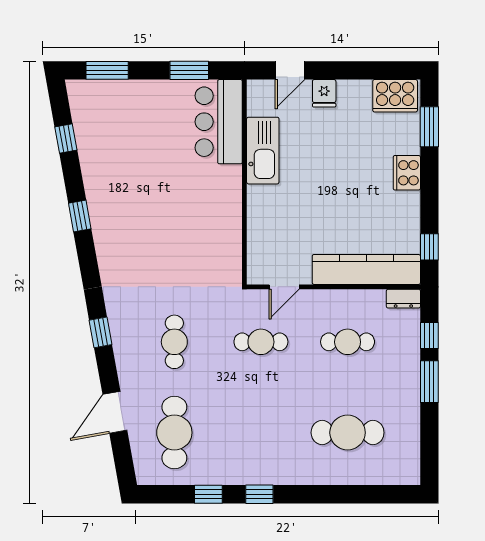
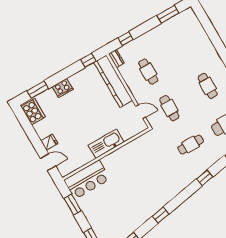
kitchen sink: (263, 151) -> (106, 144), moved
window: (429, 382) -> (168, 14), moved
cafe table: (348, 433) -> (208, 86), moved, width x0.73, depth x0.74

